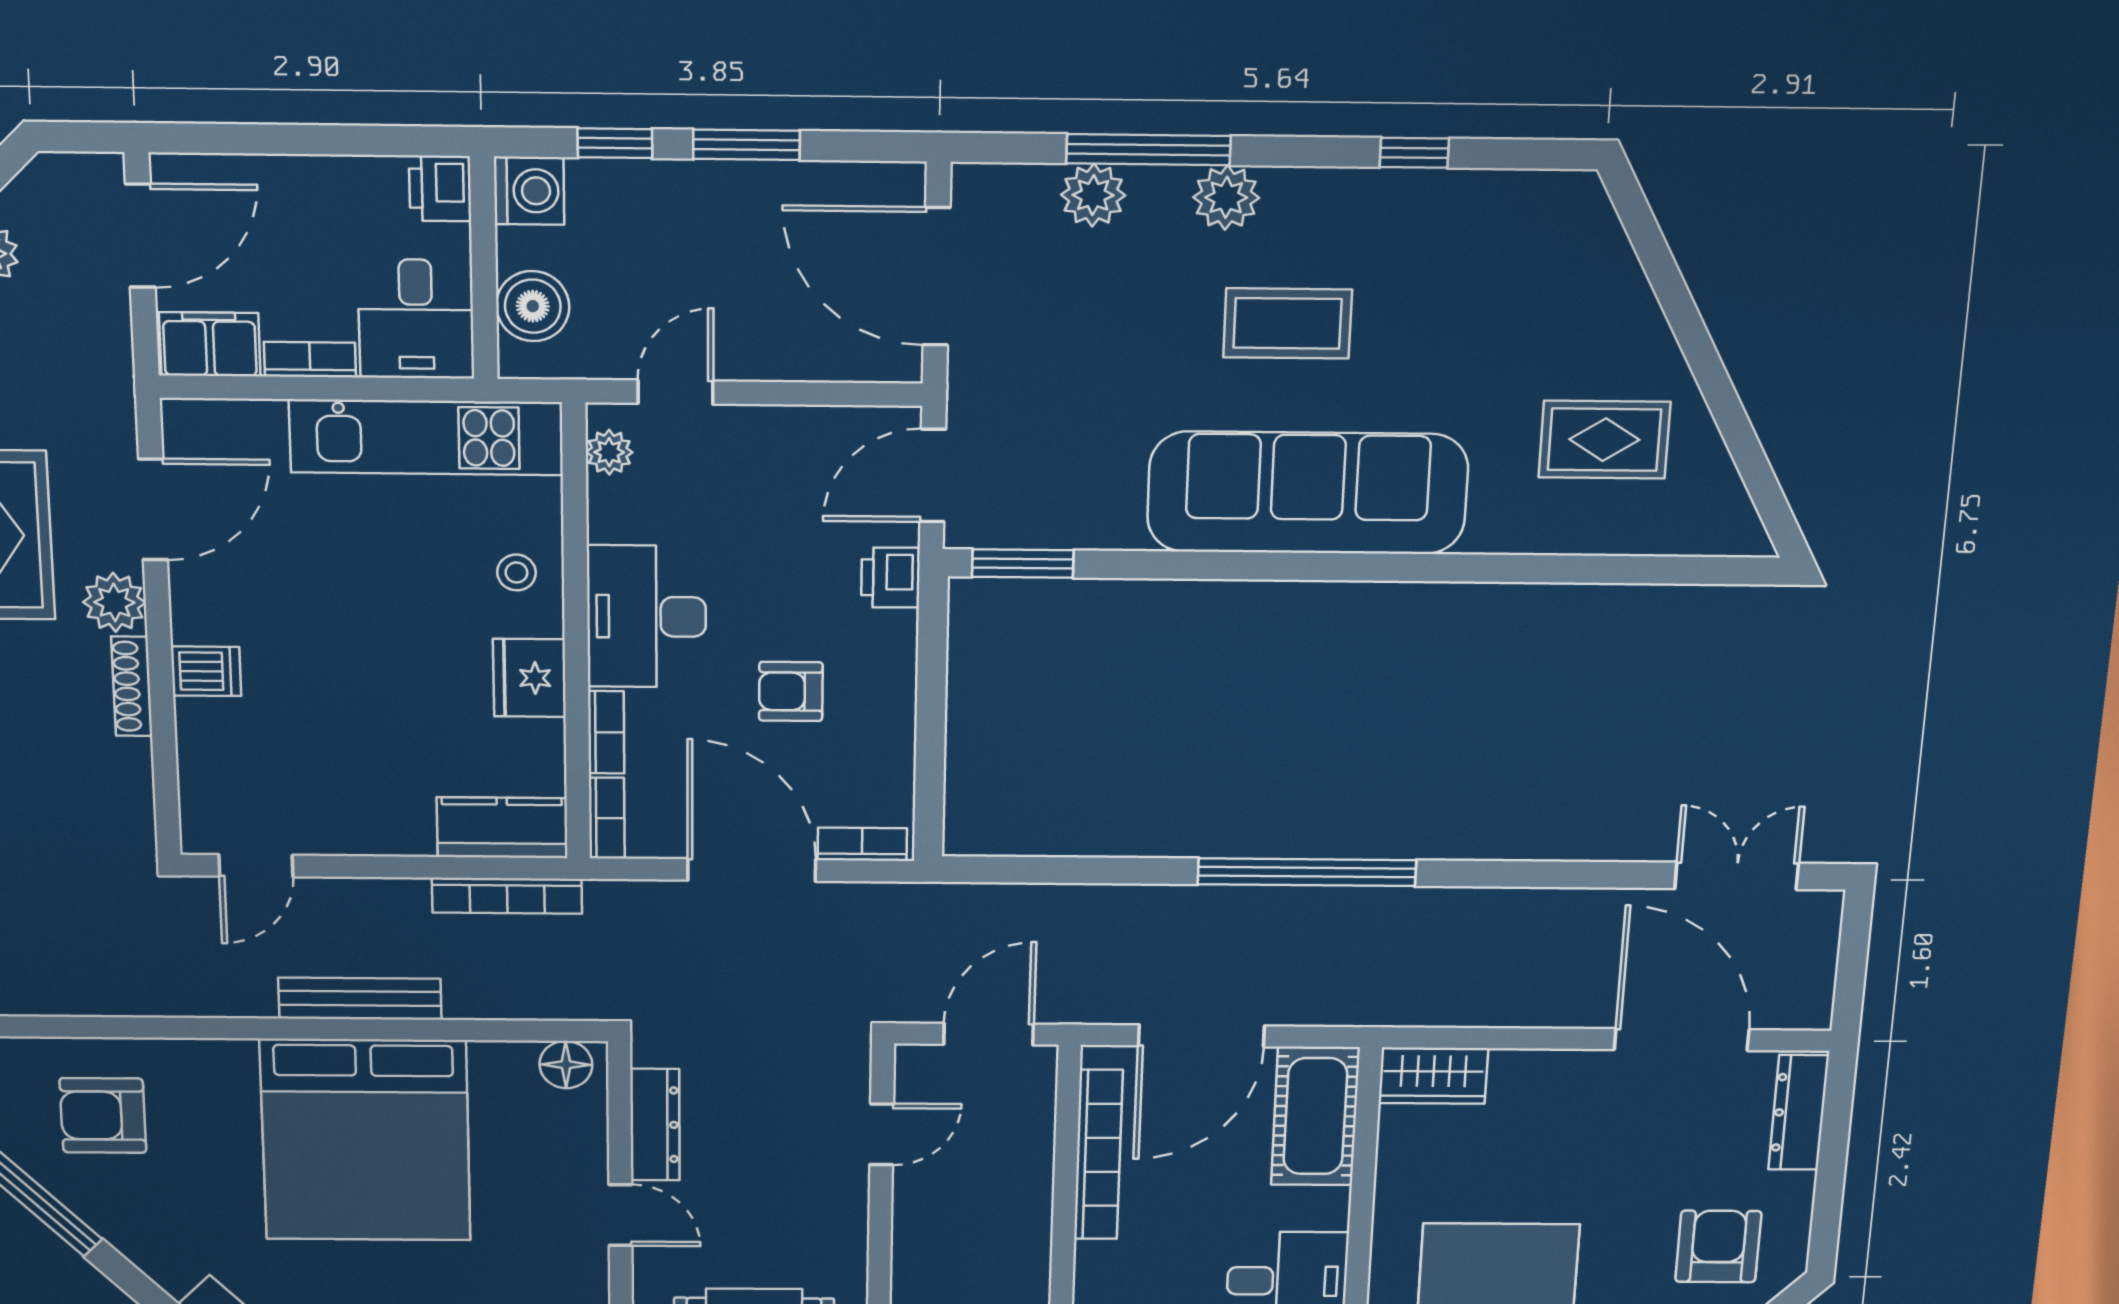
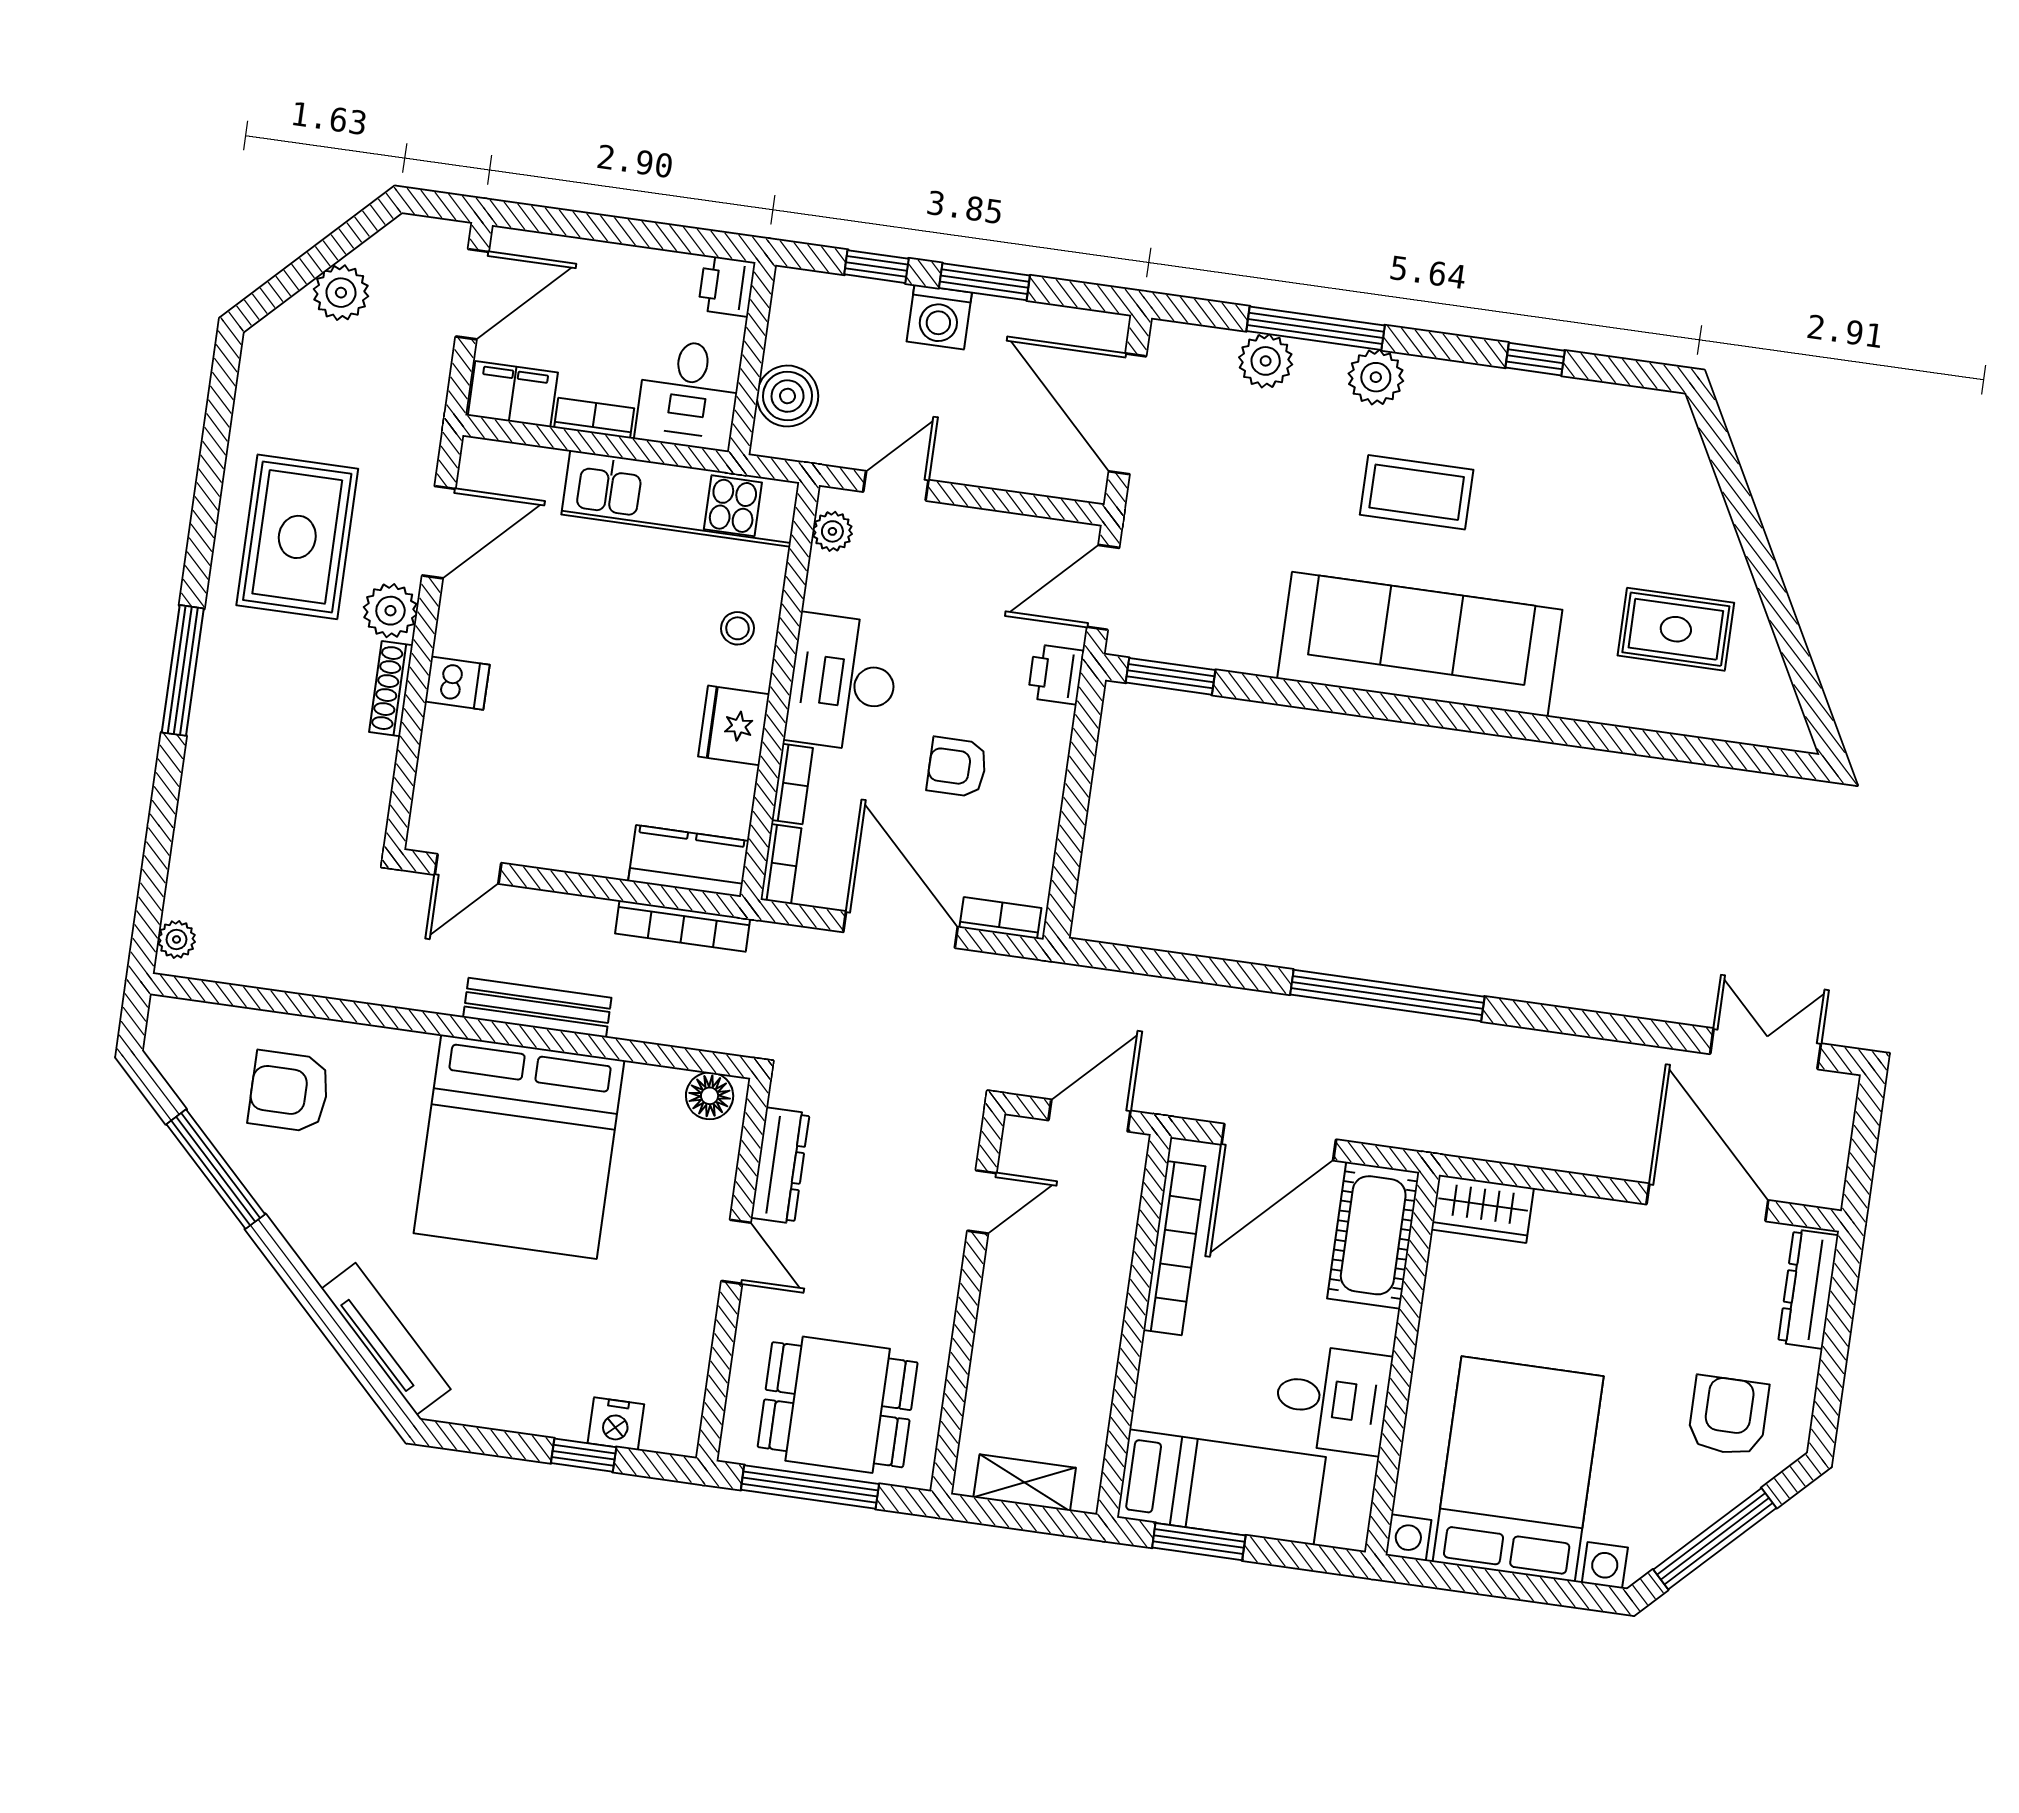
washing machine: (529, 191) -> (939, 317), moved, turned 90

